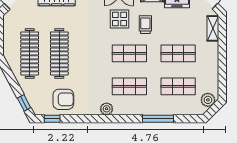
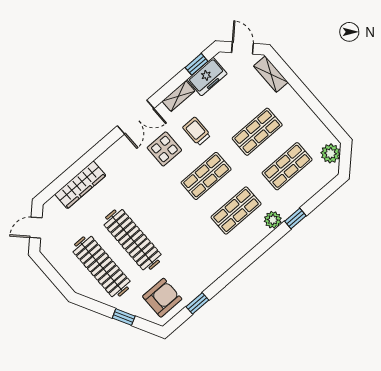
armchair: (63, 99) -> (162, 298), moved
window: (24, 103) -> (124, 317), moved
plant: (107, 109) -> (273, 220), moved
window: (52, 119) -> (197, 303), moved
window: (158, 119) -> (295, 219), width x0.46

